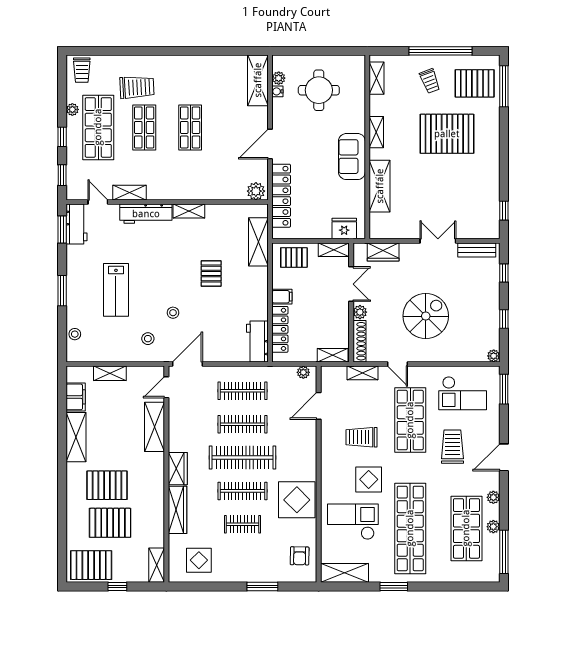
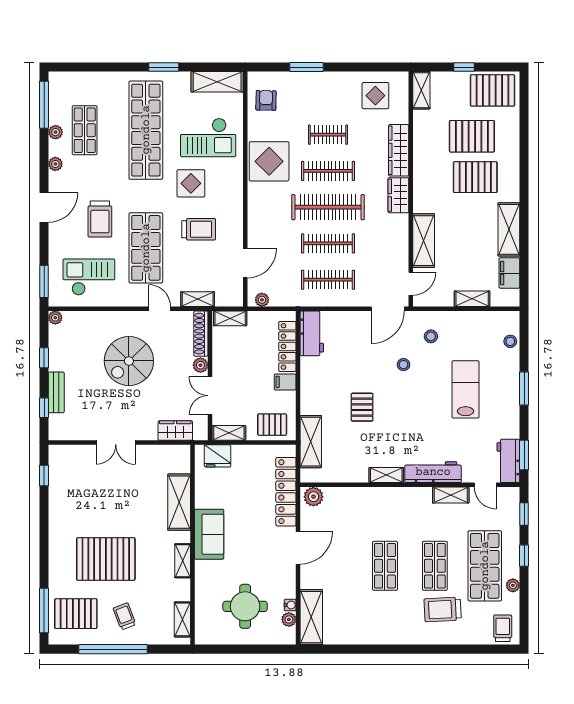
bench: (477, 250) -> (56, 392), moved, turned 90
shop shelf: (466, 528) -> (85, 130), width x0.70, depth x0.74

